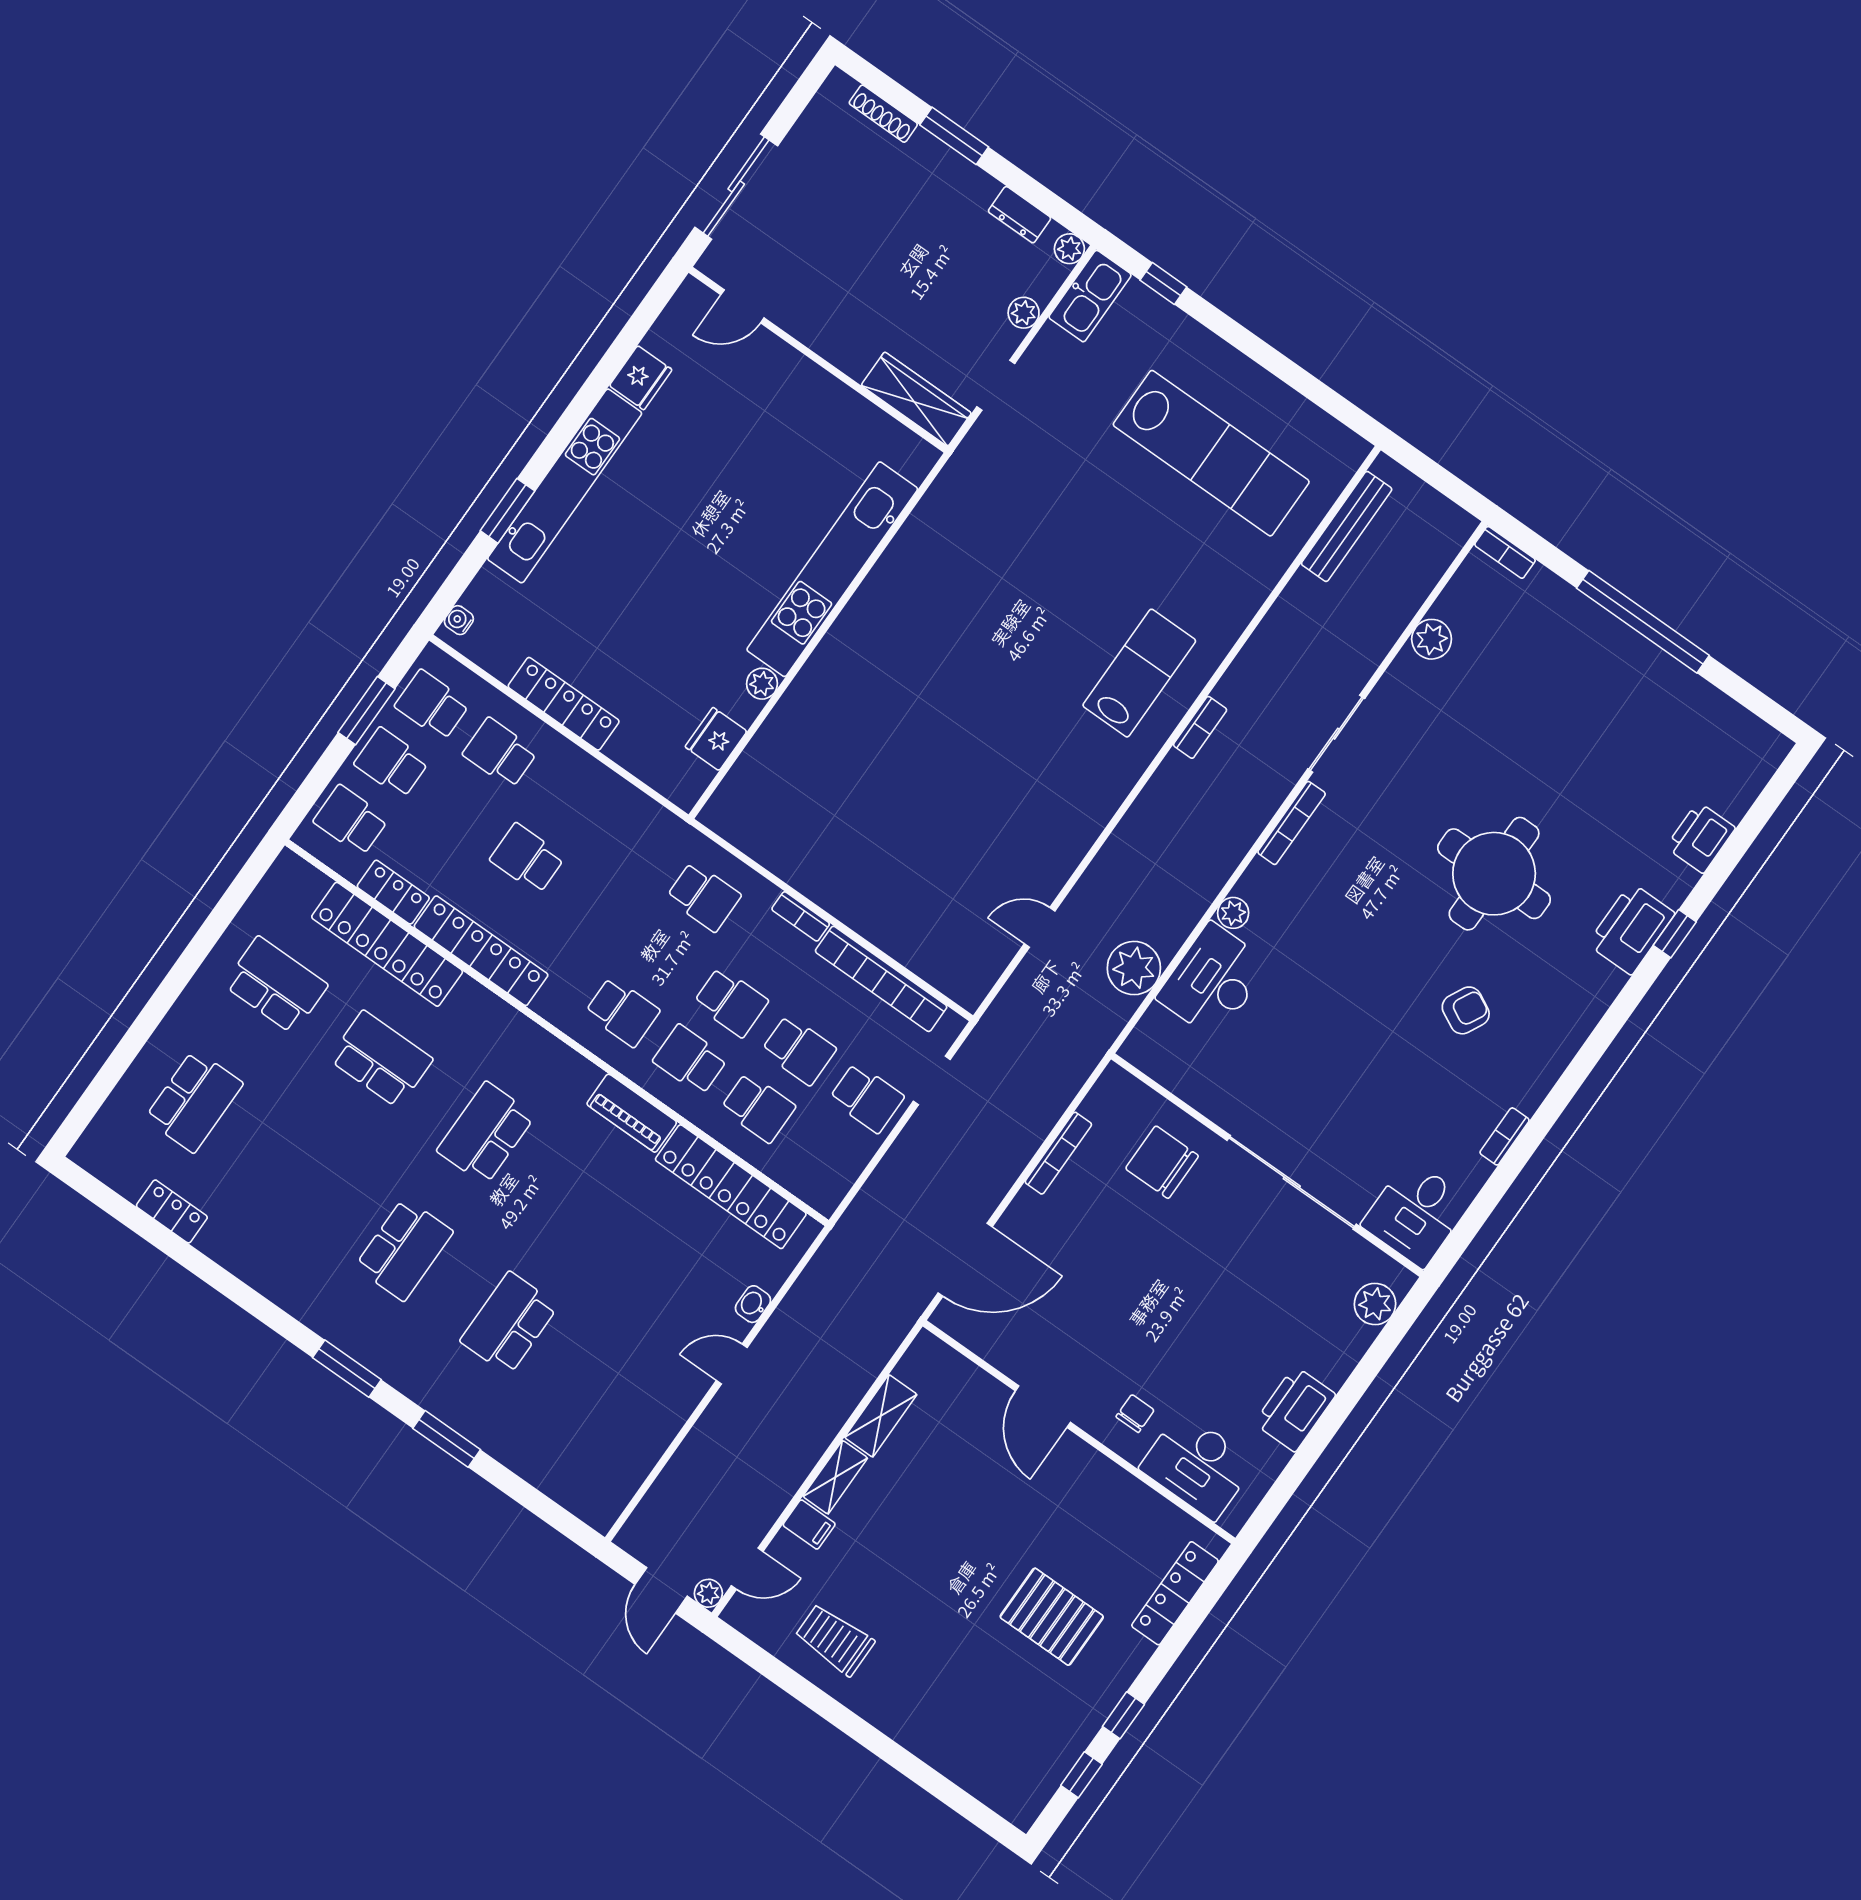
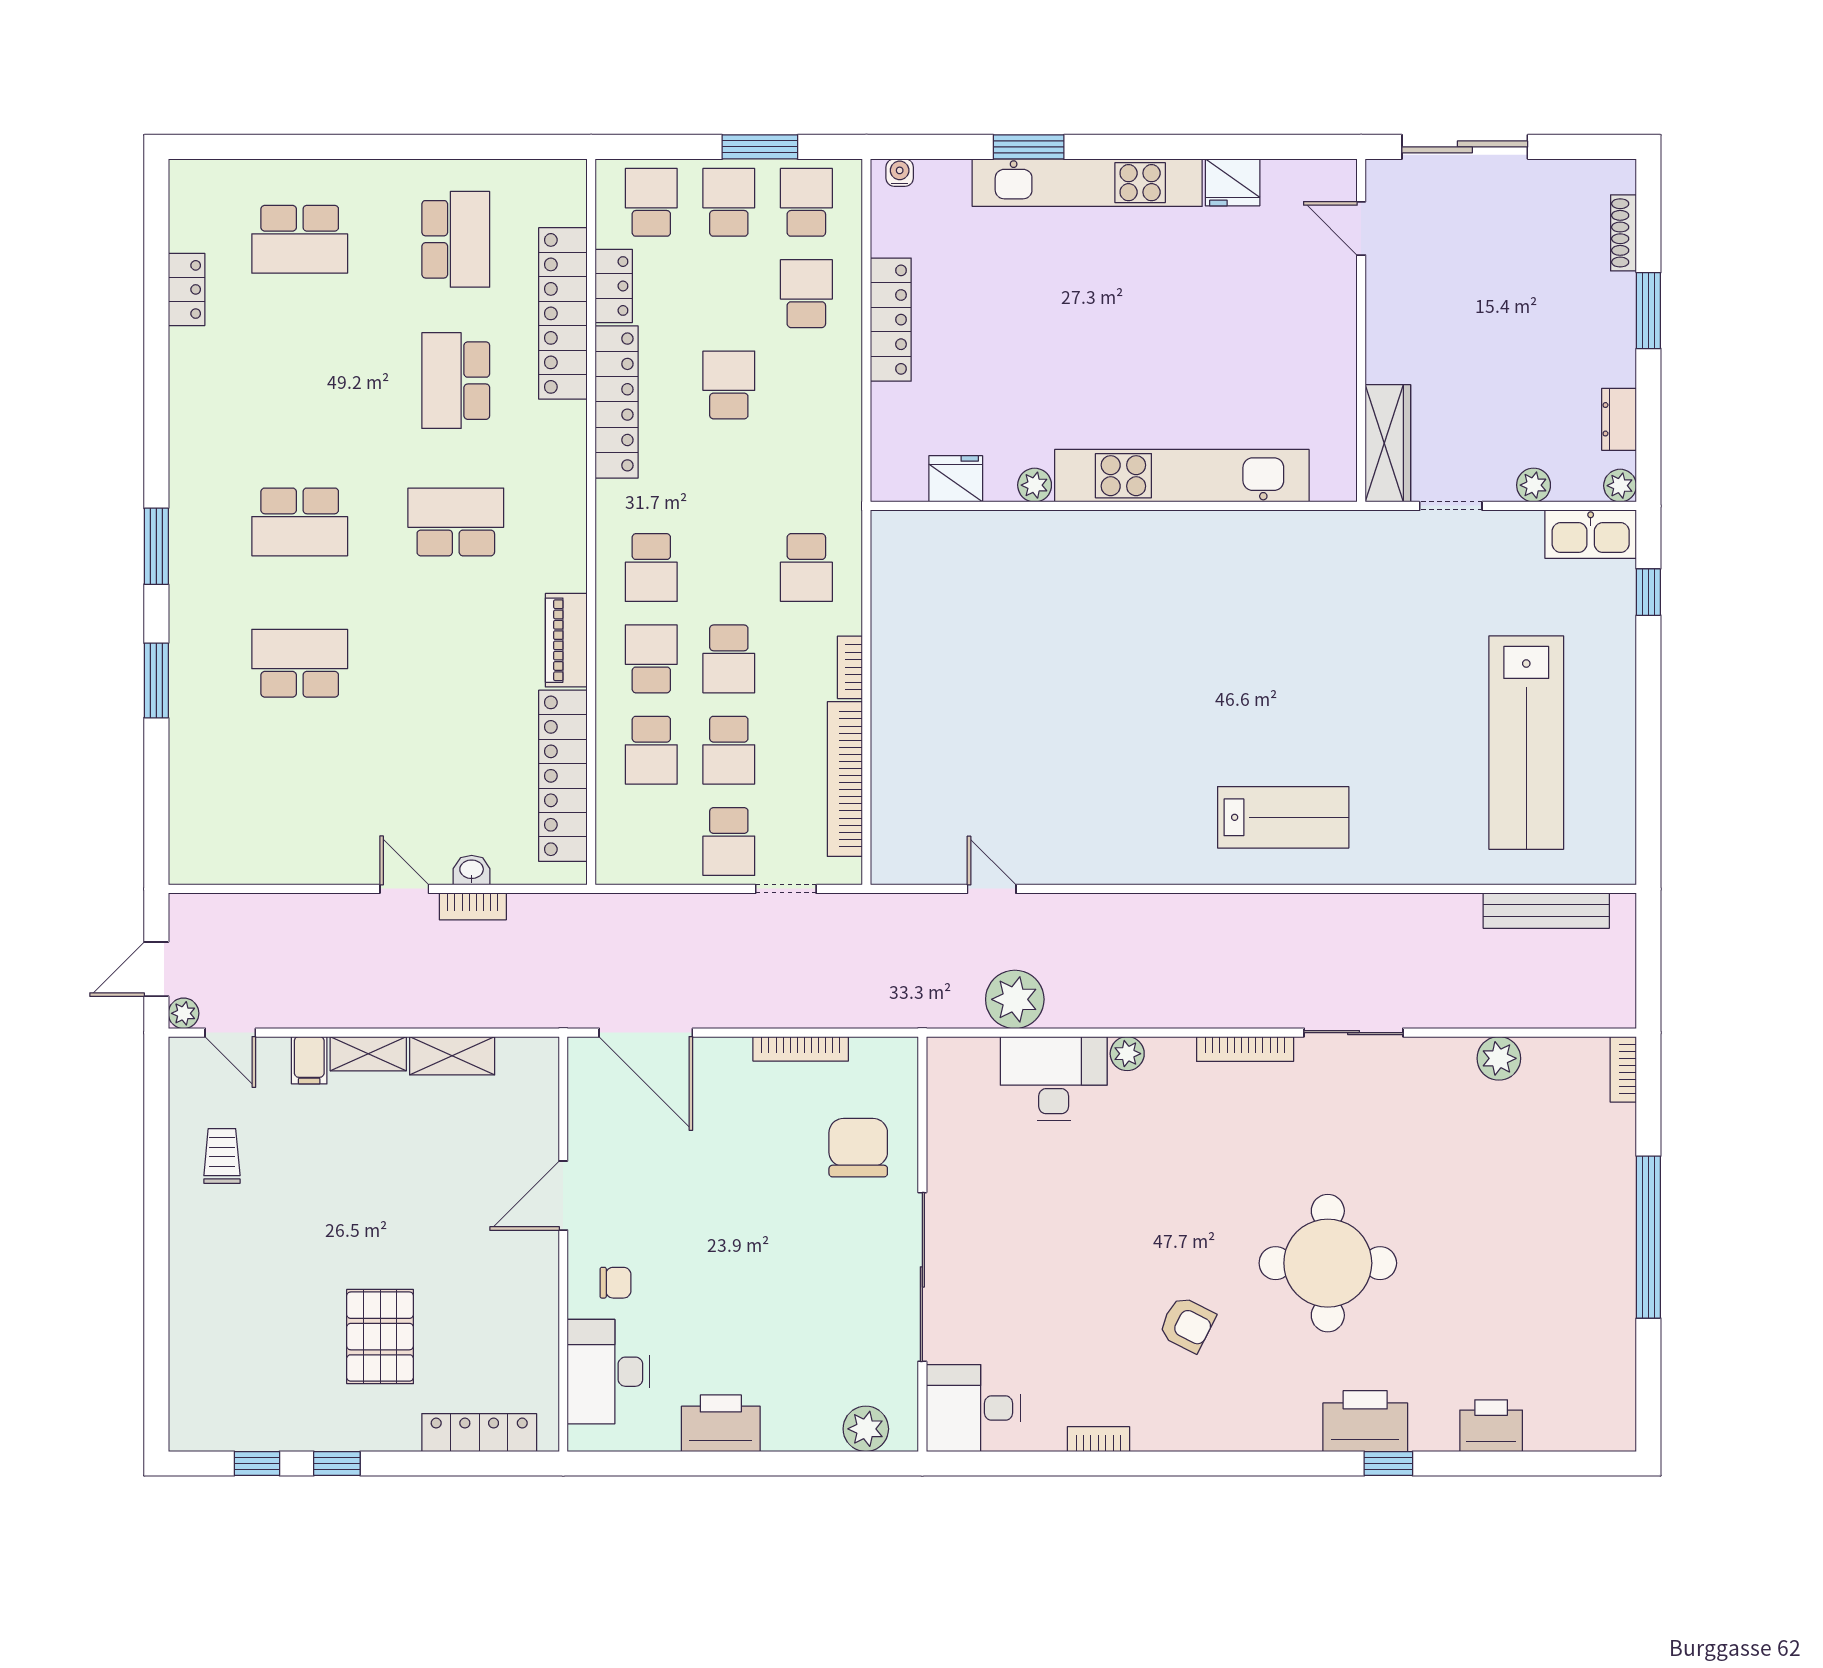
bookcase: (1200, 727) -> (473, 906), moved
school desk: (381, 1059) -> (456, 381), turned 180
trolley: (834, 1640) -> (222, 1156), width x0.73, depth x0.72

